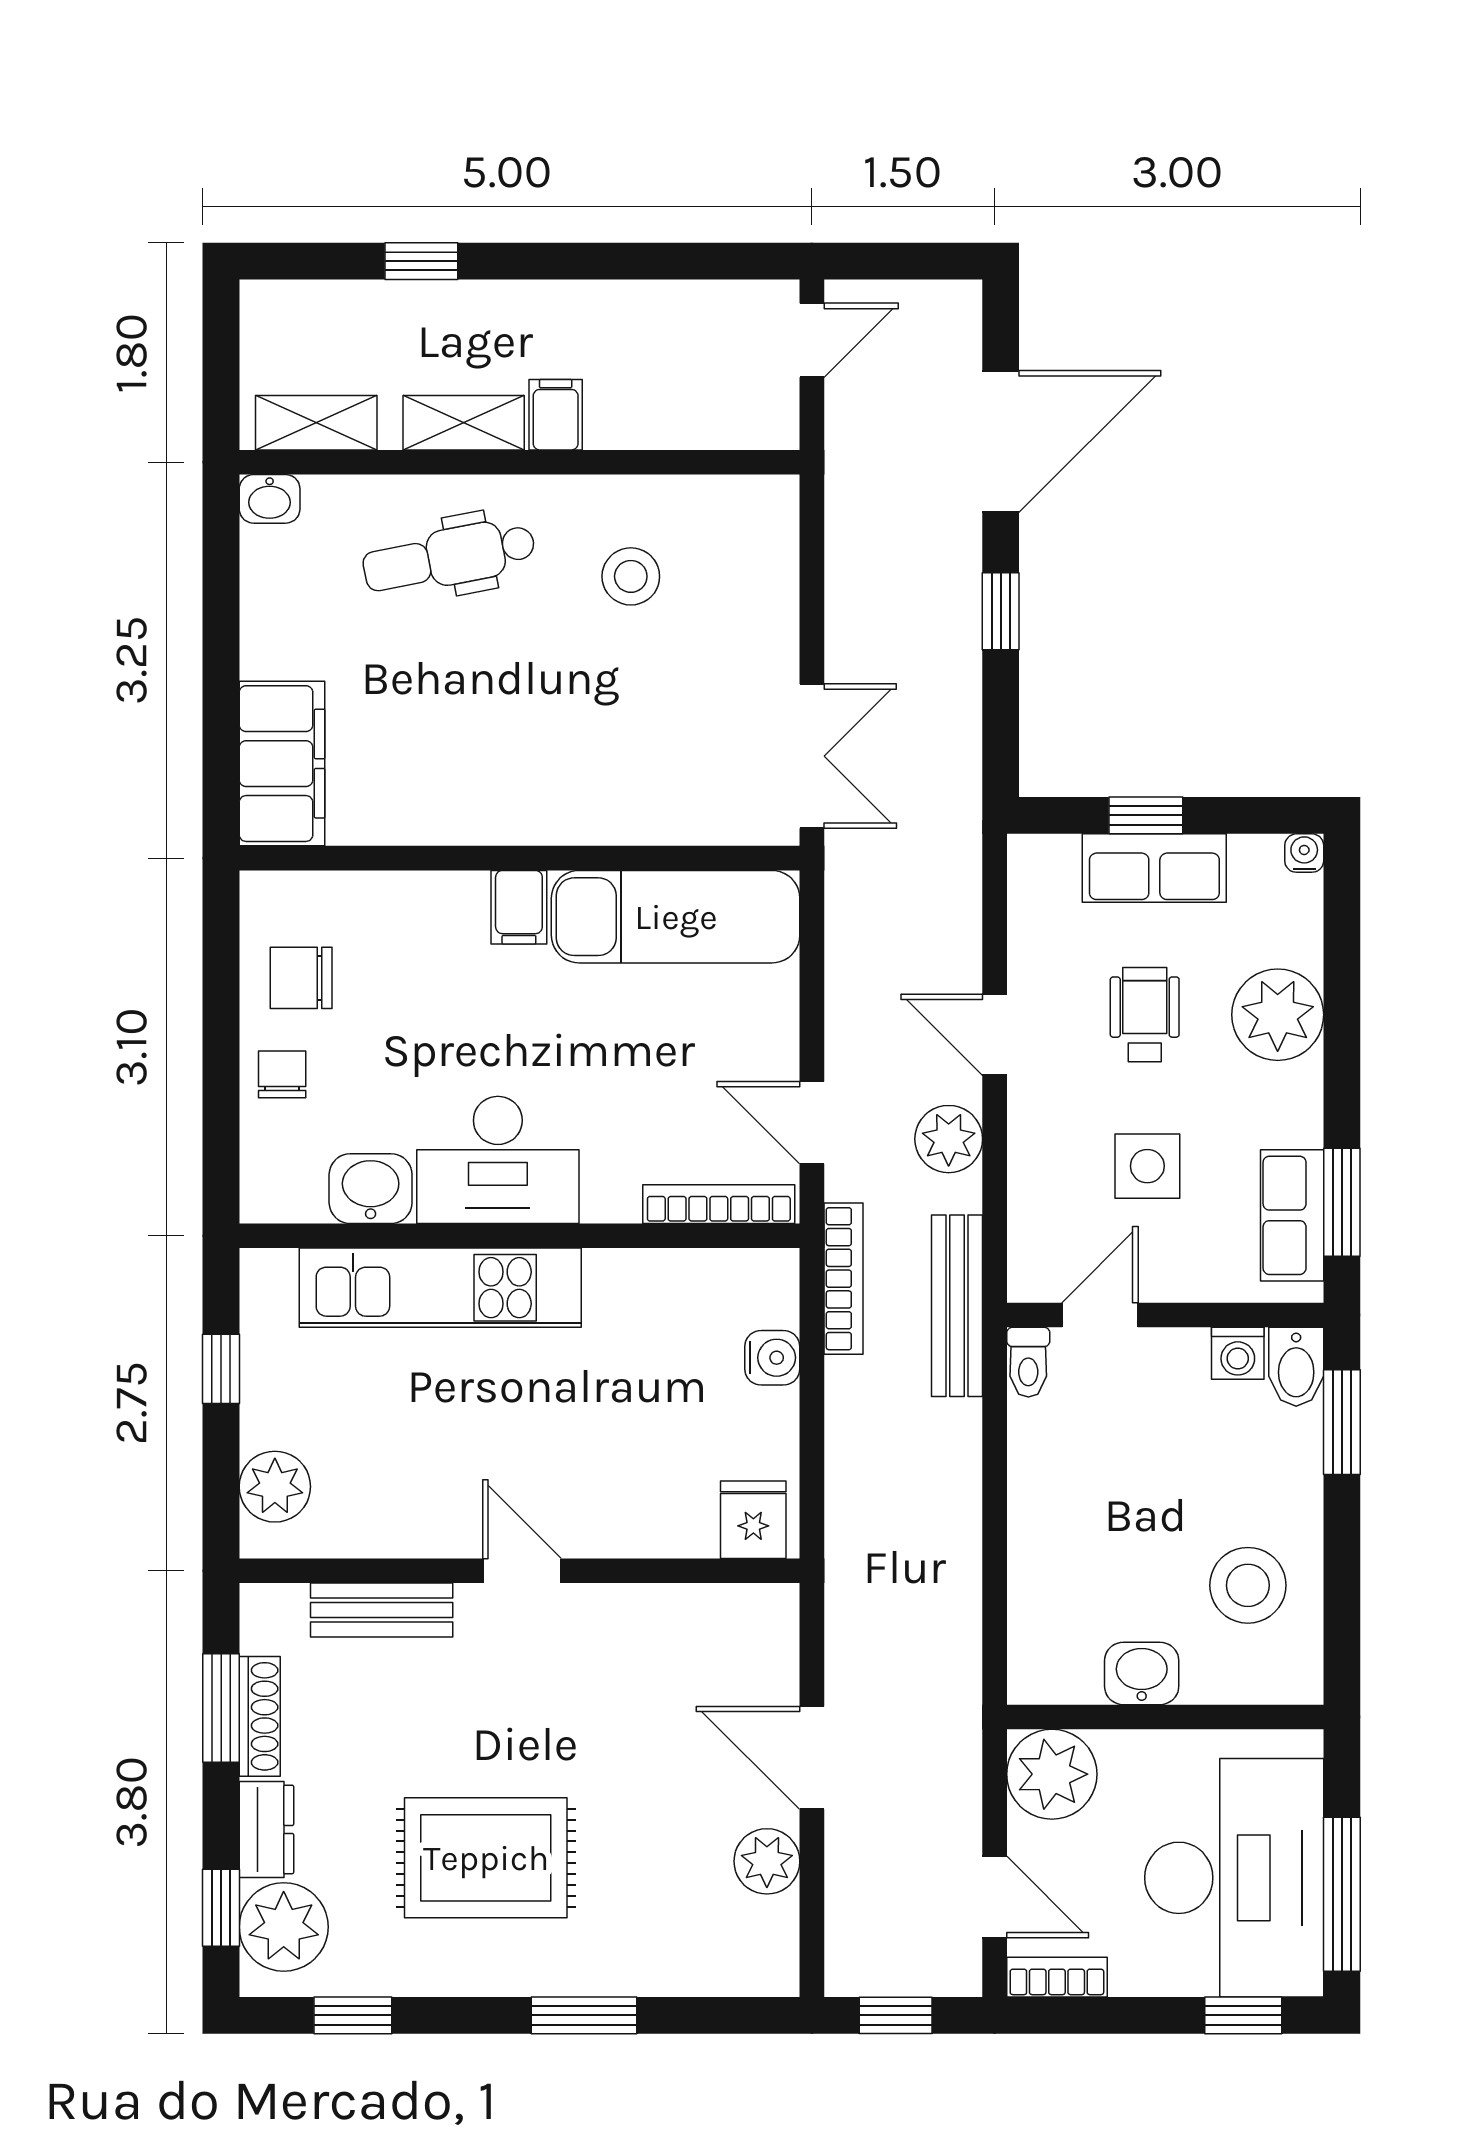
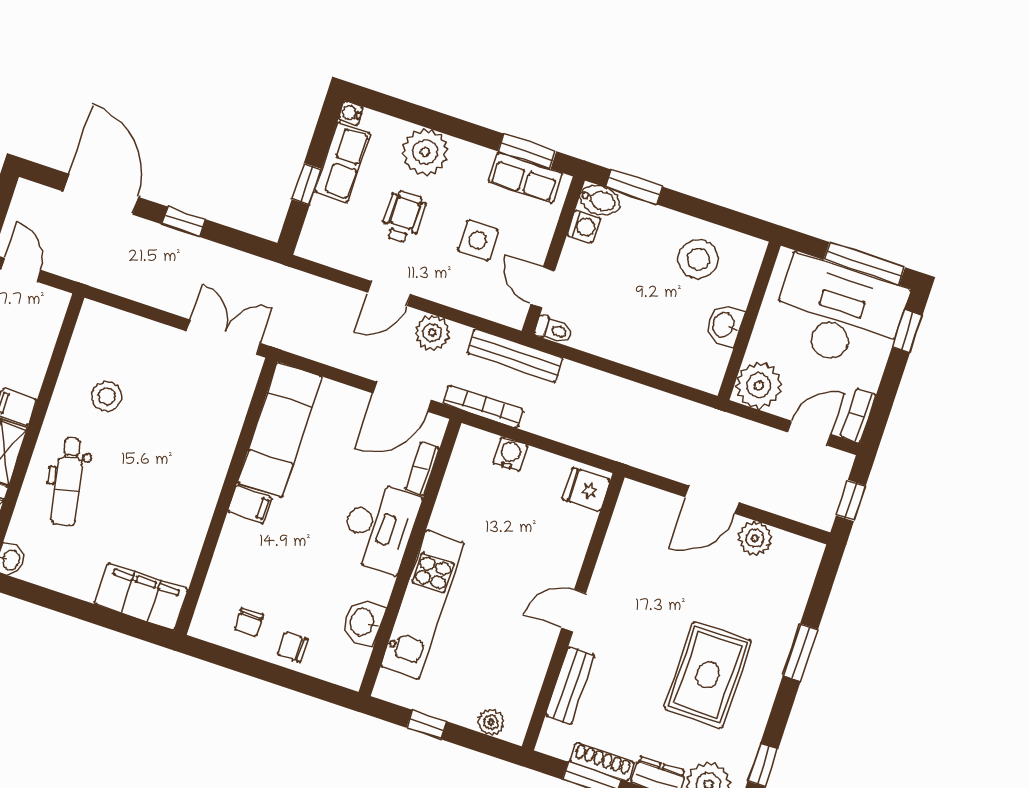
row of seats: (1154, 868) -> (342, 162), moved
chair: (301, 978) -> (249, 622), width x0.73, depth x0.73
wheelchair: (1145, 1015) -> (404, 217), turned 90
door: (812, 1123) -> (402, 397), width x1.38
desk: (498, 1160) -> (379, 527), moved
bookcase: (719, 1204) -> (422, 469), width x0.64
plant: (275, 1487) -> (491, 722), width x0.73, depth x0.73

